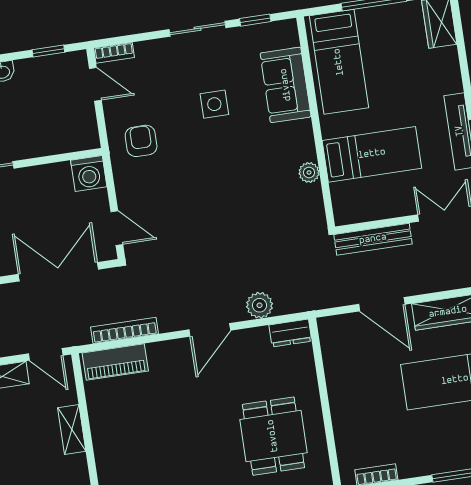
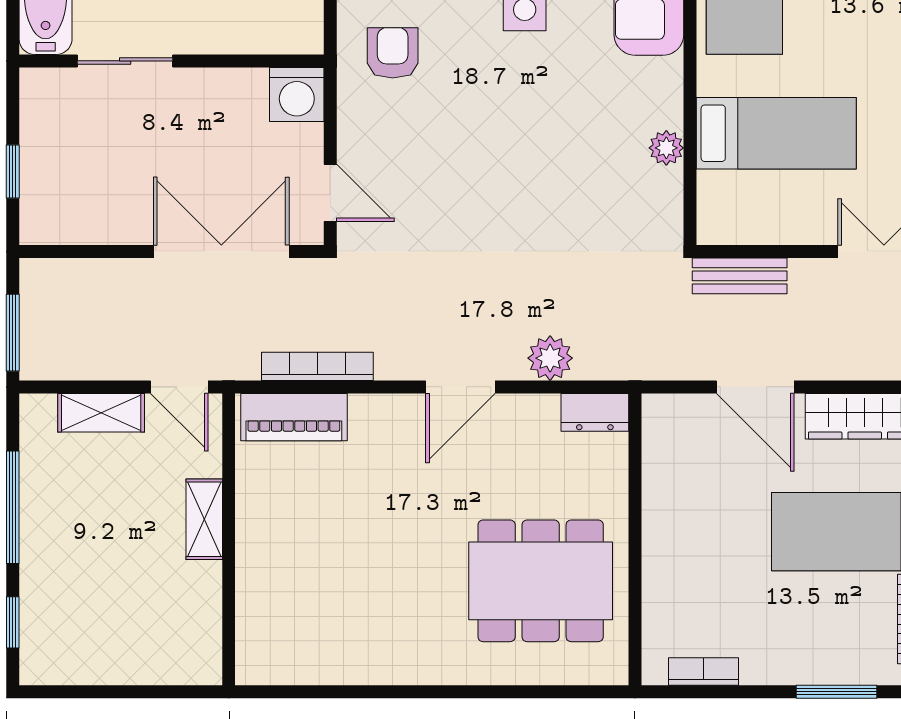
bench: (373, 239) -> (740, 276), width x0.73
dining table: (273, 436) -> (541, 581), width x1.37

